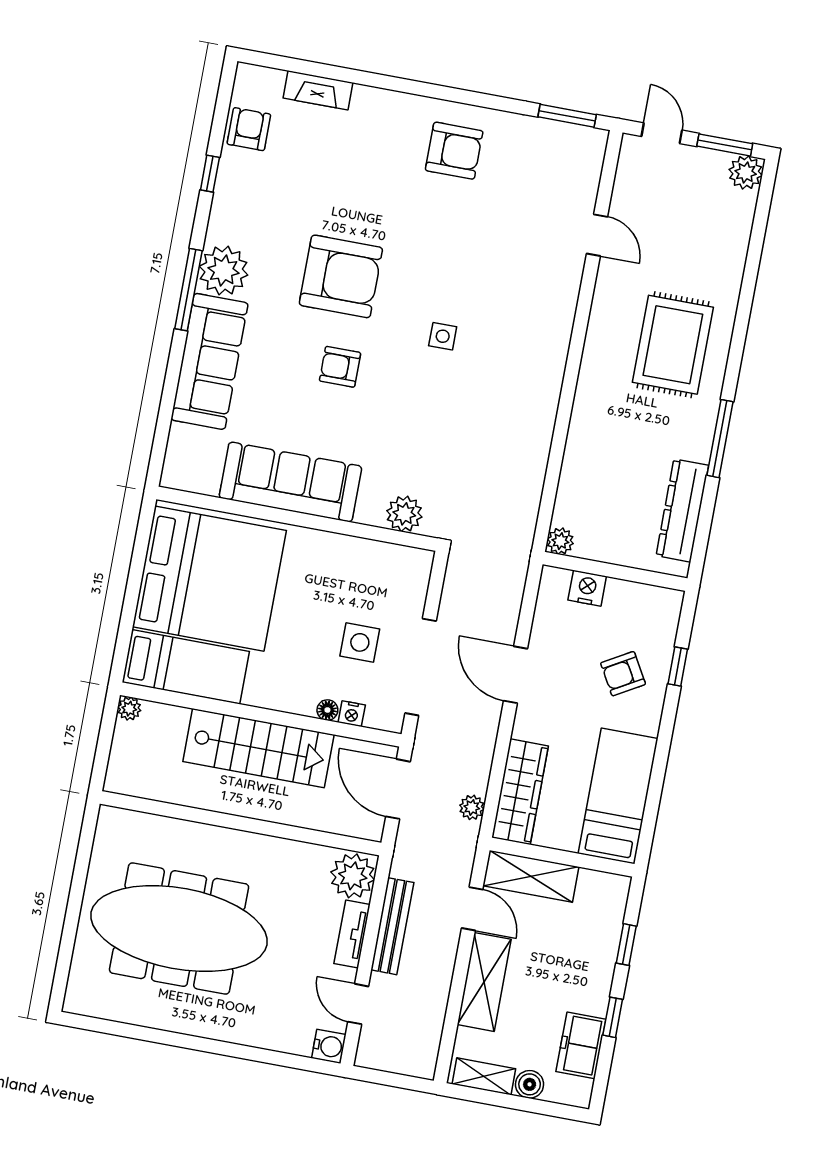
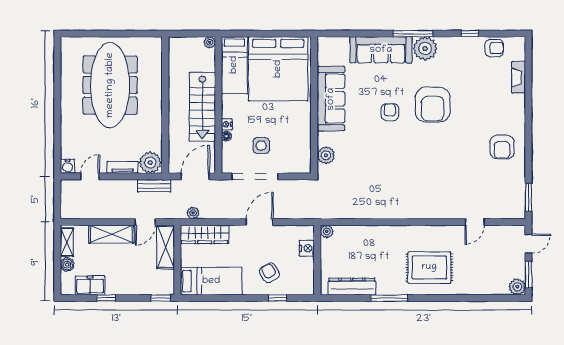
side table: (443, 336) -> (413, 158), removed
nightstand: (352, 714) -> (227, 124), moved
bench: (392, 926) -> (154, 186), moved, width x0.73
window: (626, 945) -> (161, 298), moved

